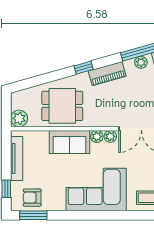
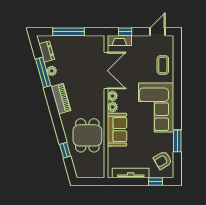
window: (84, 68) -> (65, 150), moved
plant: (19, 118) -> (98, 171), removed
armchair: (32, 198) -> (163, 160), turned 60
window: (33, 215) -> (177, 141), moved

